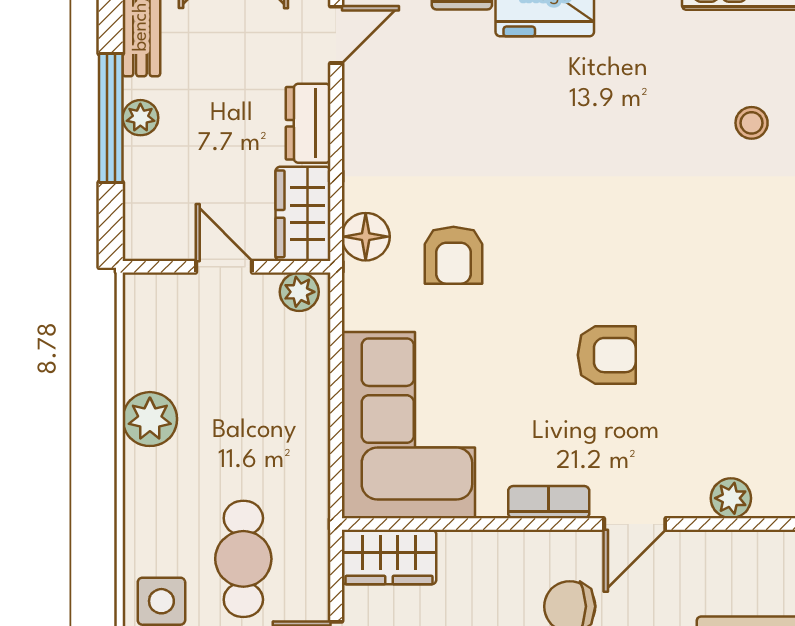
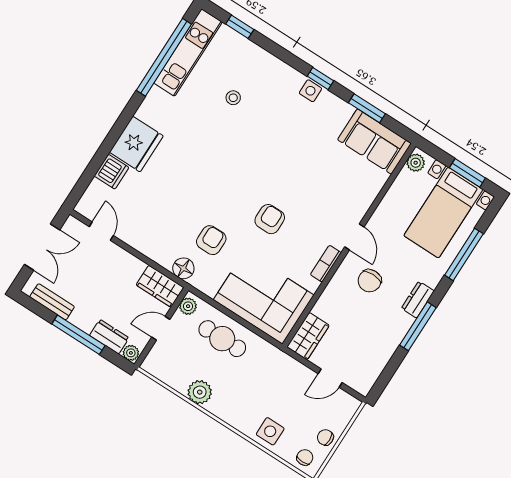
plant: (140, 118) -> (131, 353), moved
dresser: (308, 123) -> (109, 337), moved, turned 180
armchair: (453, 255) -> (211, 240), turned -90
armchair: (607, 355) -> (270, 219), moved
plant: (731, 498) -> (368, 195), removed
cafe table: (243, 559) -> (222, 339), moved

